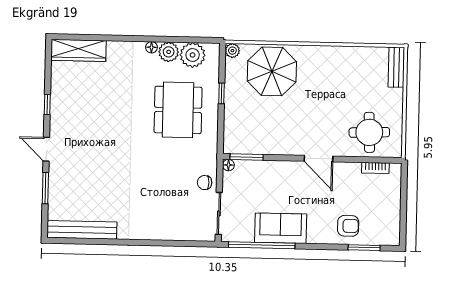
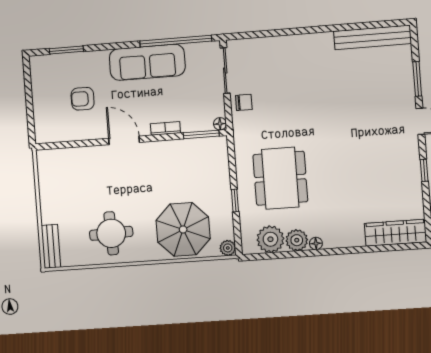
round table: (369, 132) -> (111, 233), moved
bookcase: (375, 168) -> (165, 128), moved
armchair: (348, 226) -> (83, 99), moved
sofa: (281, 228) -> (147, 62), width x1.36

